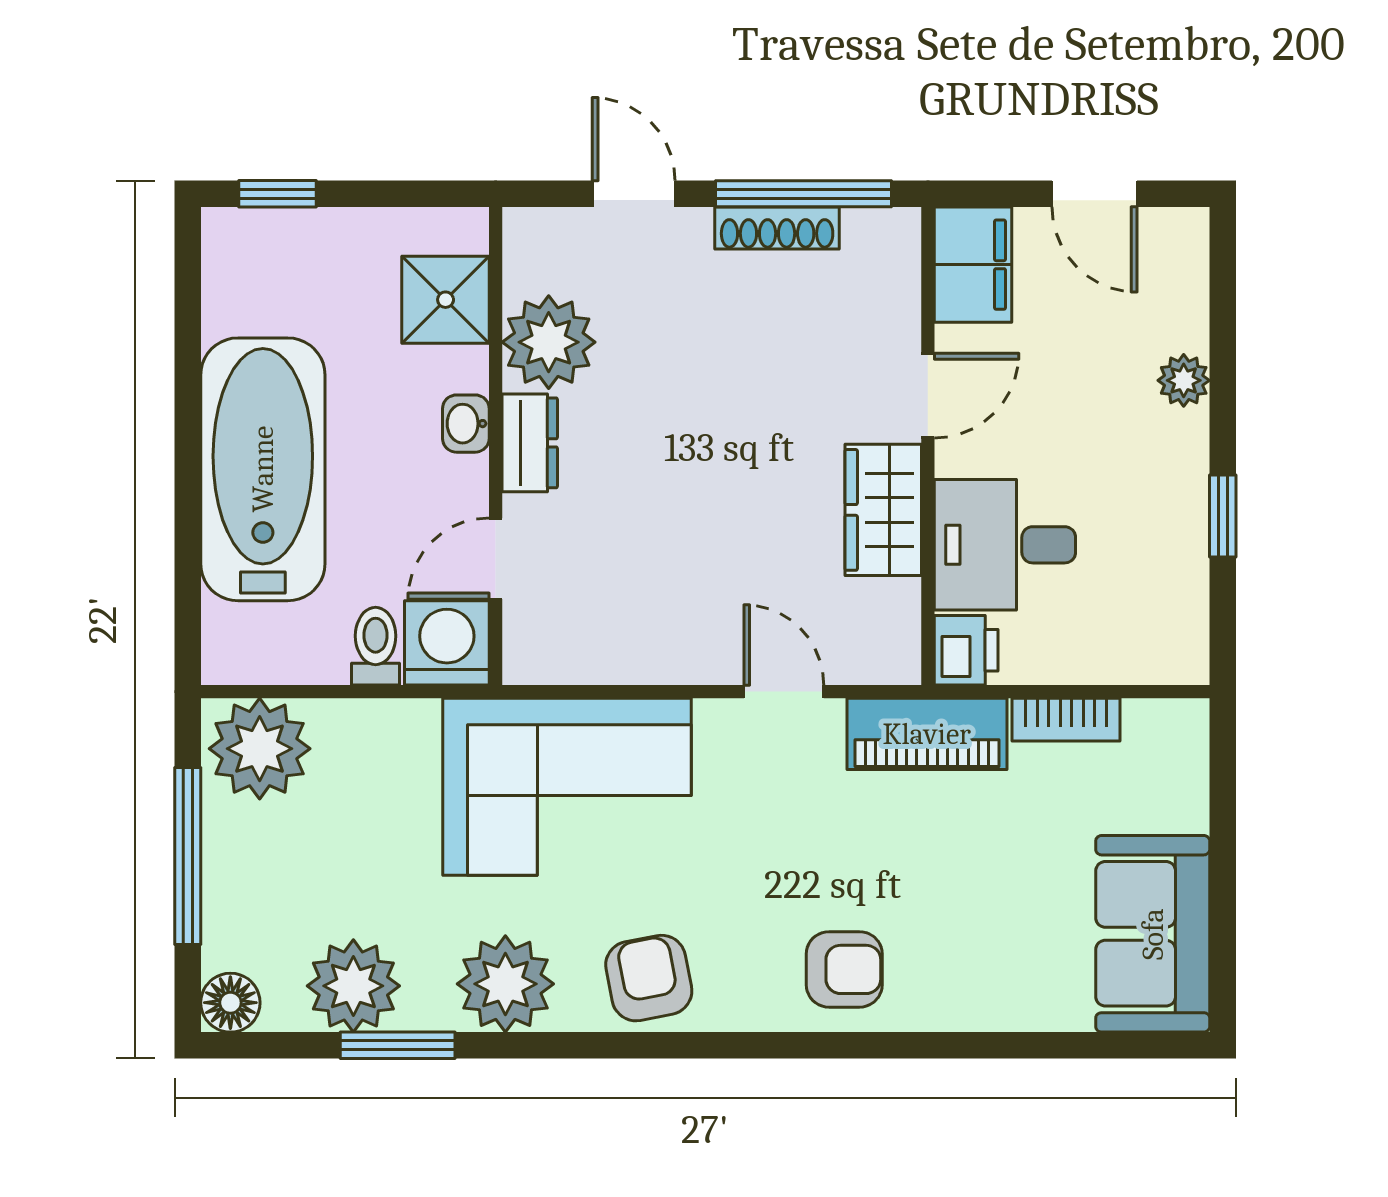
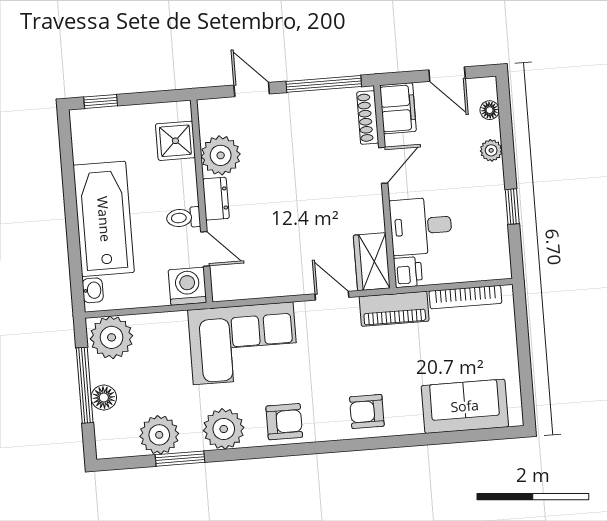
shoe rack: (777, 228) -> (368, 118), moved, turned 90
floor lamp: (1187, 286) -> (490, 110), added
washbasin: (466, 424) -> (93, 290), moved, turned 180
wardrobe: (883, 510) -> (372, 262), moved
door: (496, 559) -> (205, 249), swing flipped
toilet: (376, 646) -> (183, 218), moved, turned -90
bookcase: (1066, 720) -> (465, 297), width x1.56
sofa: (1153, 934) -> (465, 406), moved, turned 90
armchair: (844, 969) -> (367, 411), turned 180
armchair: (649, 978) -> (284, 422), turned 101
floor lamp: (230, 1003) -> (104, 397), moved

